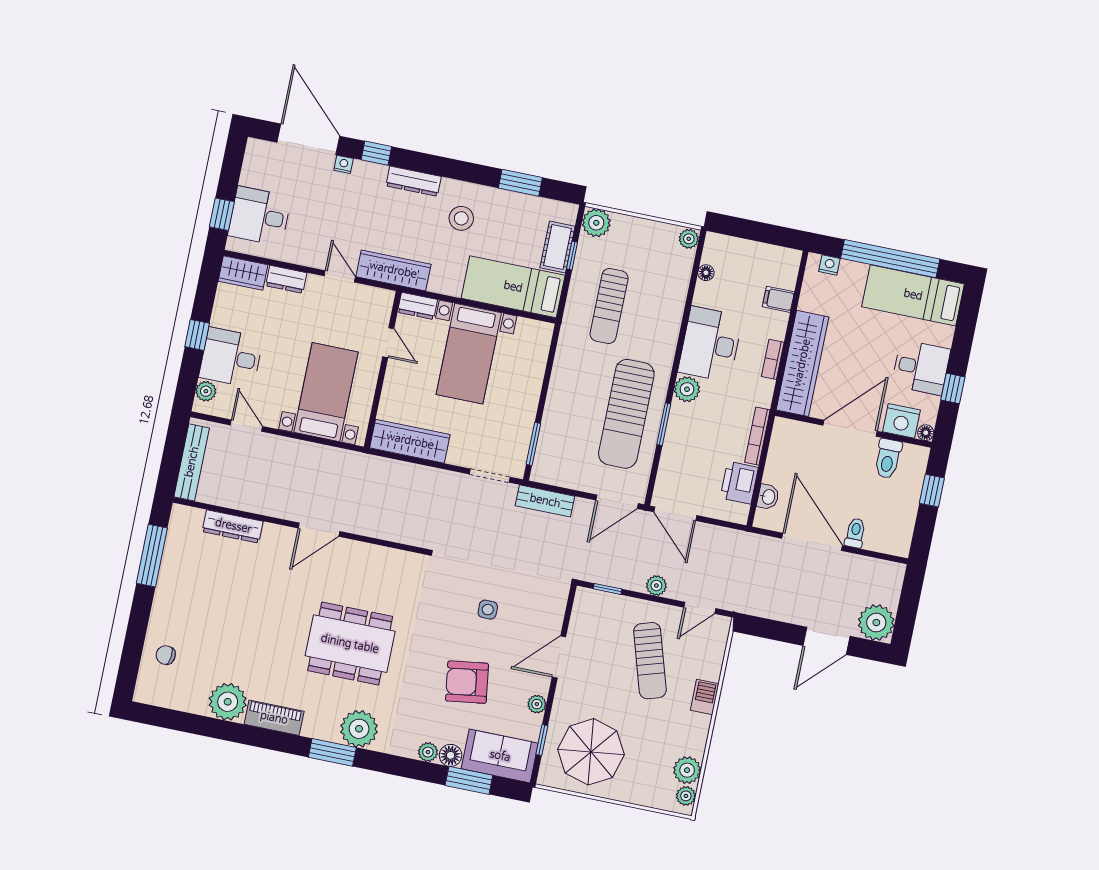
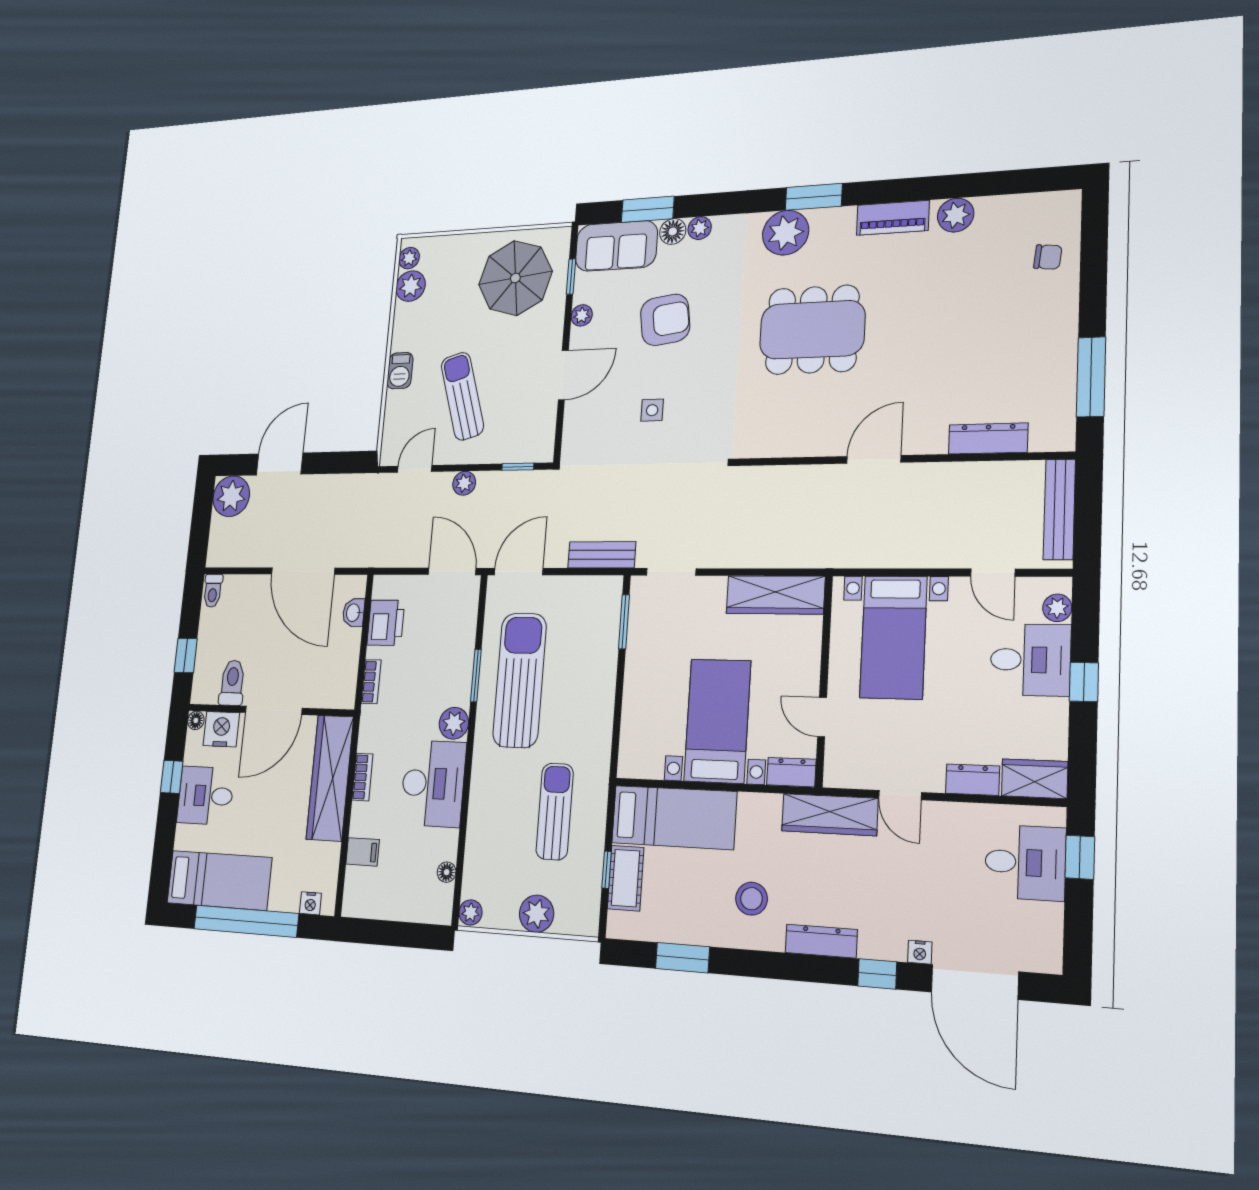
plant: (596, 223) -> (536, 914), moved
bookcase: (757, 436) -> (371, 682), width x0.64
toilet: (855, 533) -> (213, 591), moved
plant: (228, 702) -> (956, 215), width x0.73, depth x0.73

